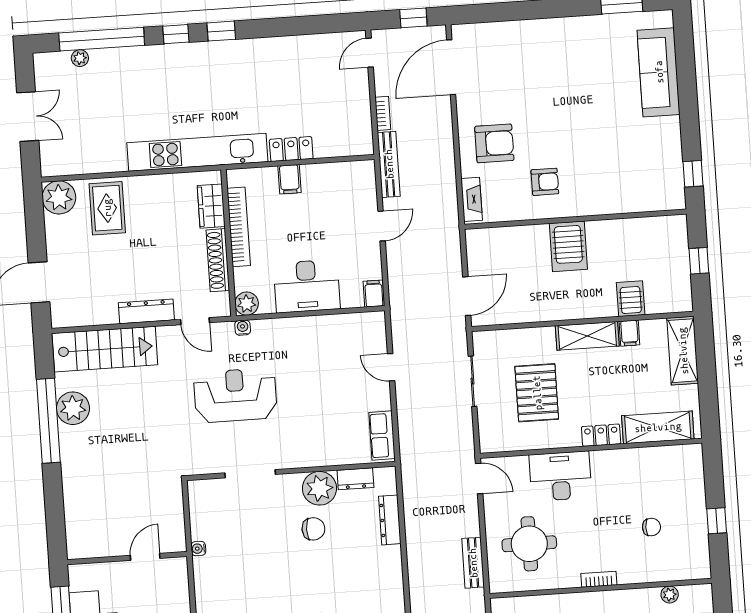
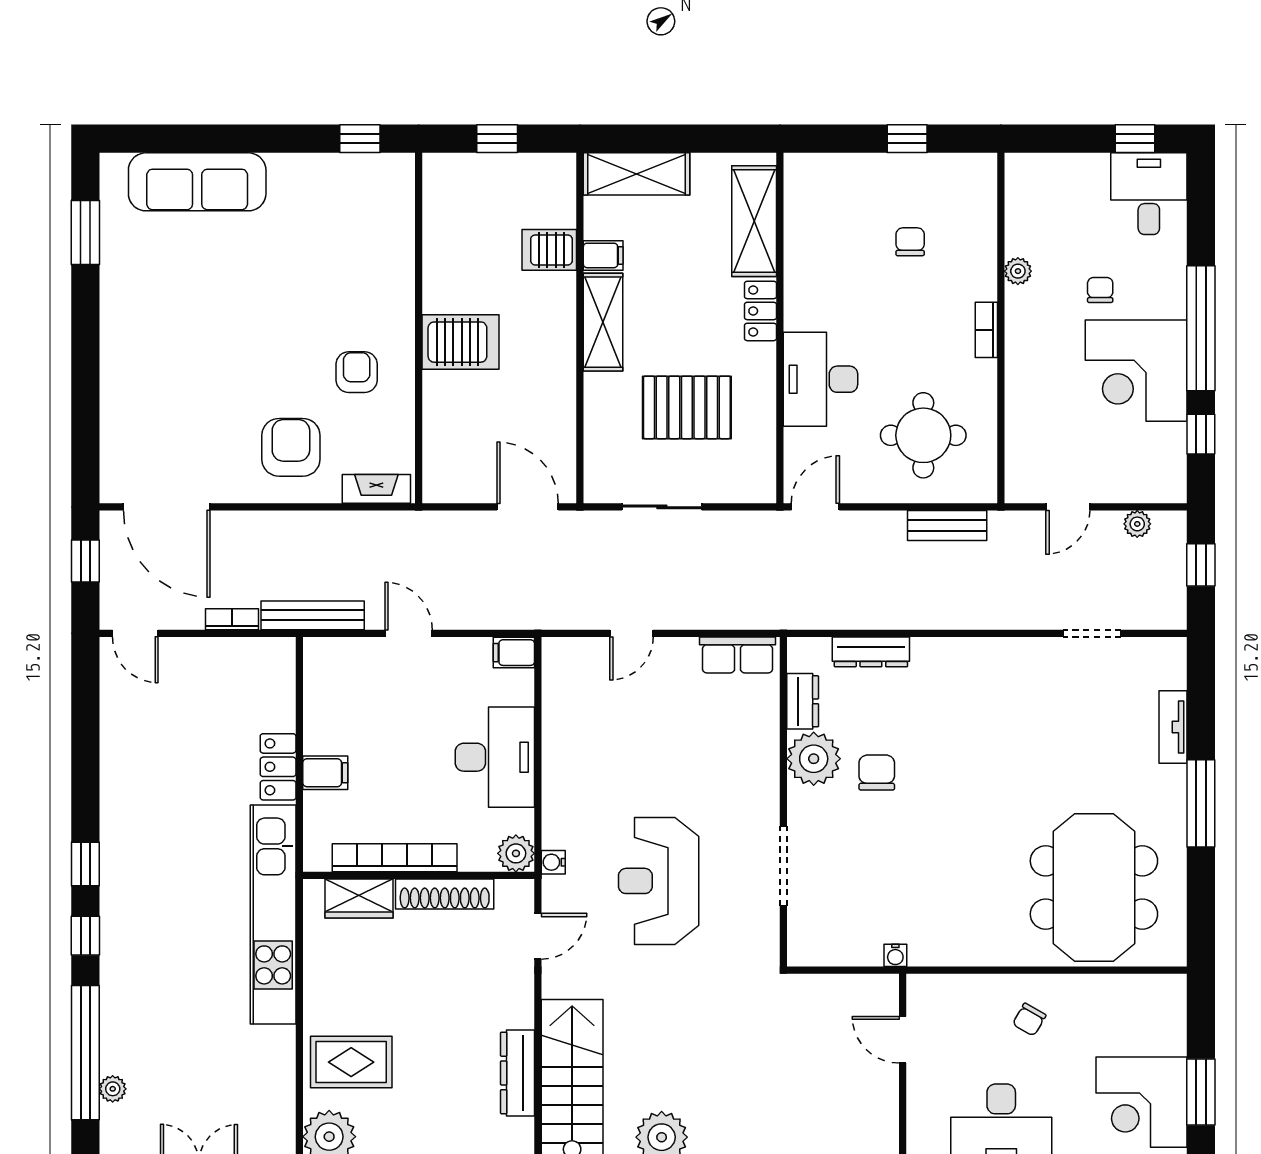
dresser: (146, 311) -> (517, 1073), moved
plant: (670, 595) -> (1018, 271), moved

